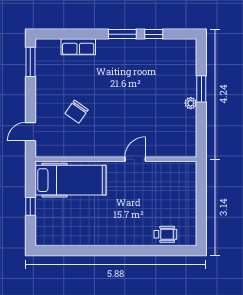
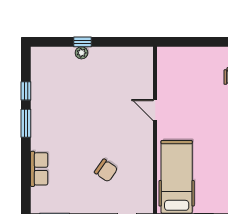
window: (201, 89) -> (82, 42), width x0.67
plant: (191, 103) -> (81, 53), moved

